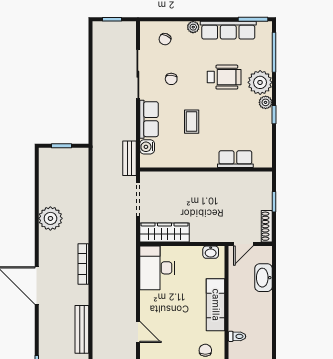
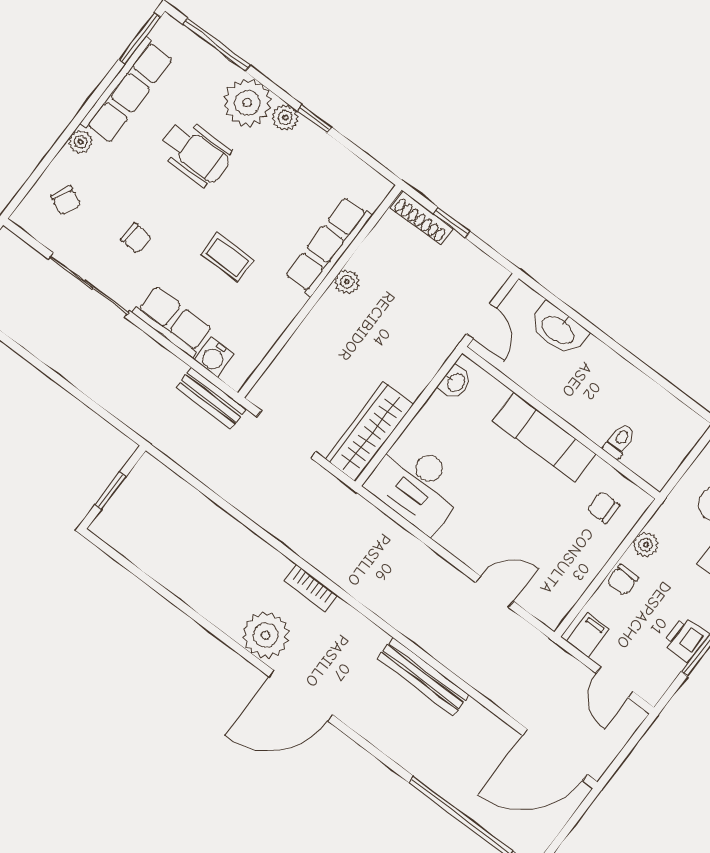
wheelchair: (224, 77) -> (196, 153), turned 90
row of seats: (235, 159) -> (328, 246), width x1.48
plant: (218, 178) -> (347, 282), added
plant: (50, 218) -> (266, 635), moved
shoe rack: (267, 226) -> (421, 218), moved
bookcase: (83, 264) -> (311, 588), width x0.64

